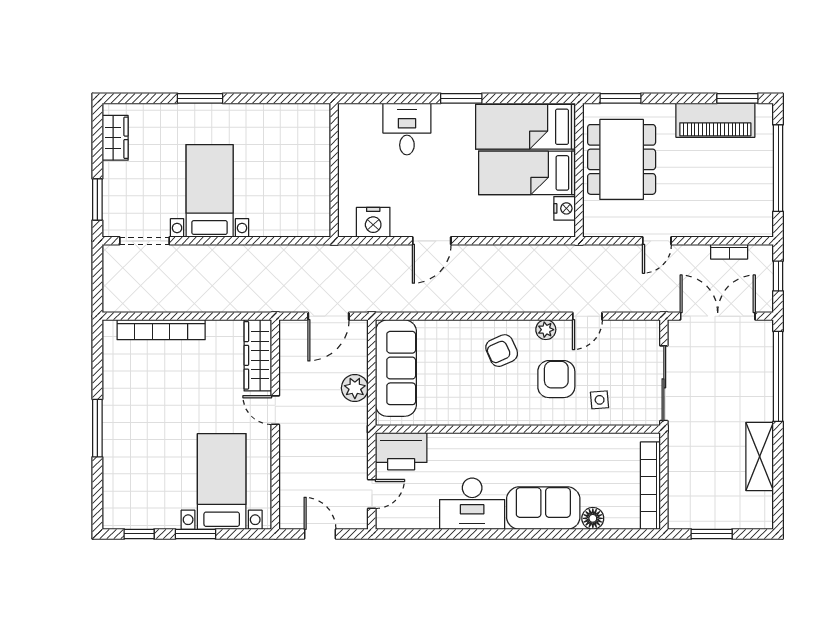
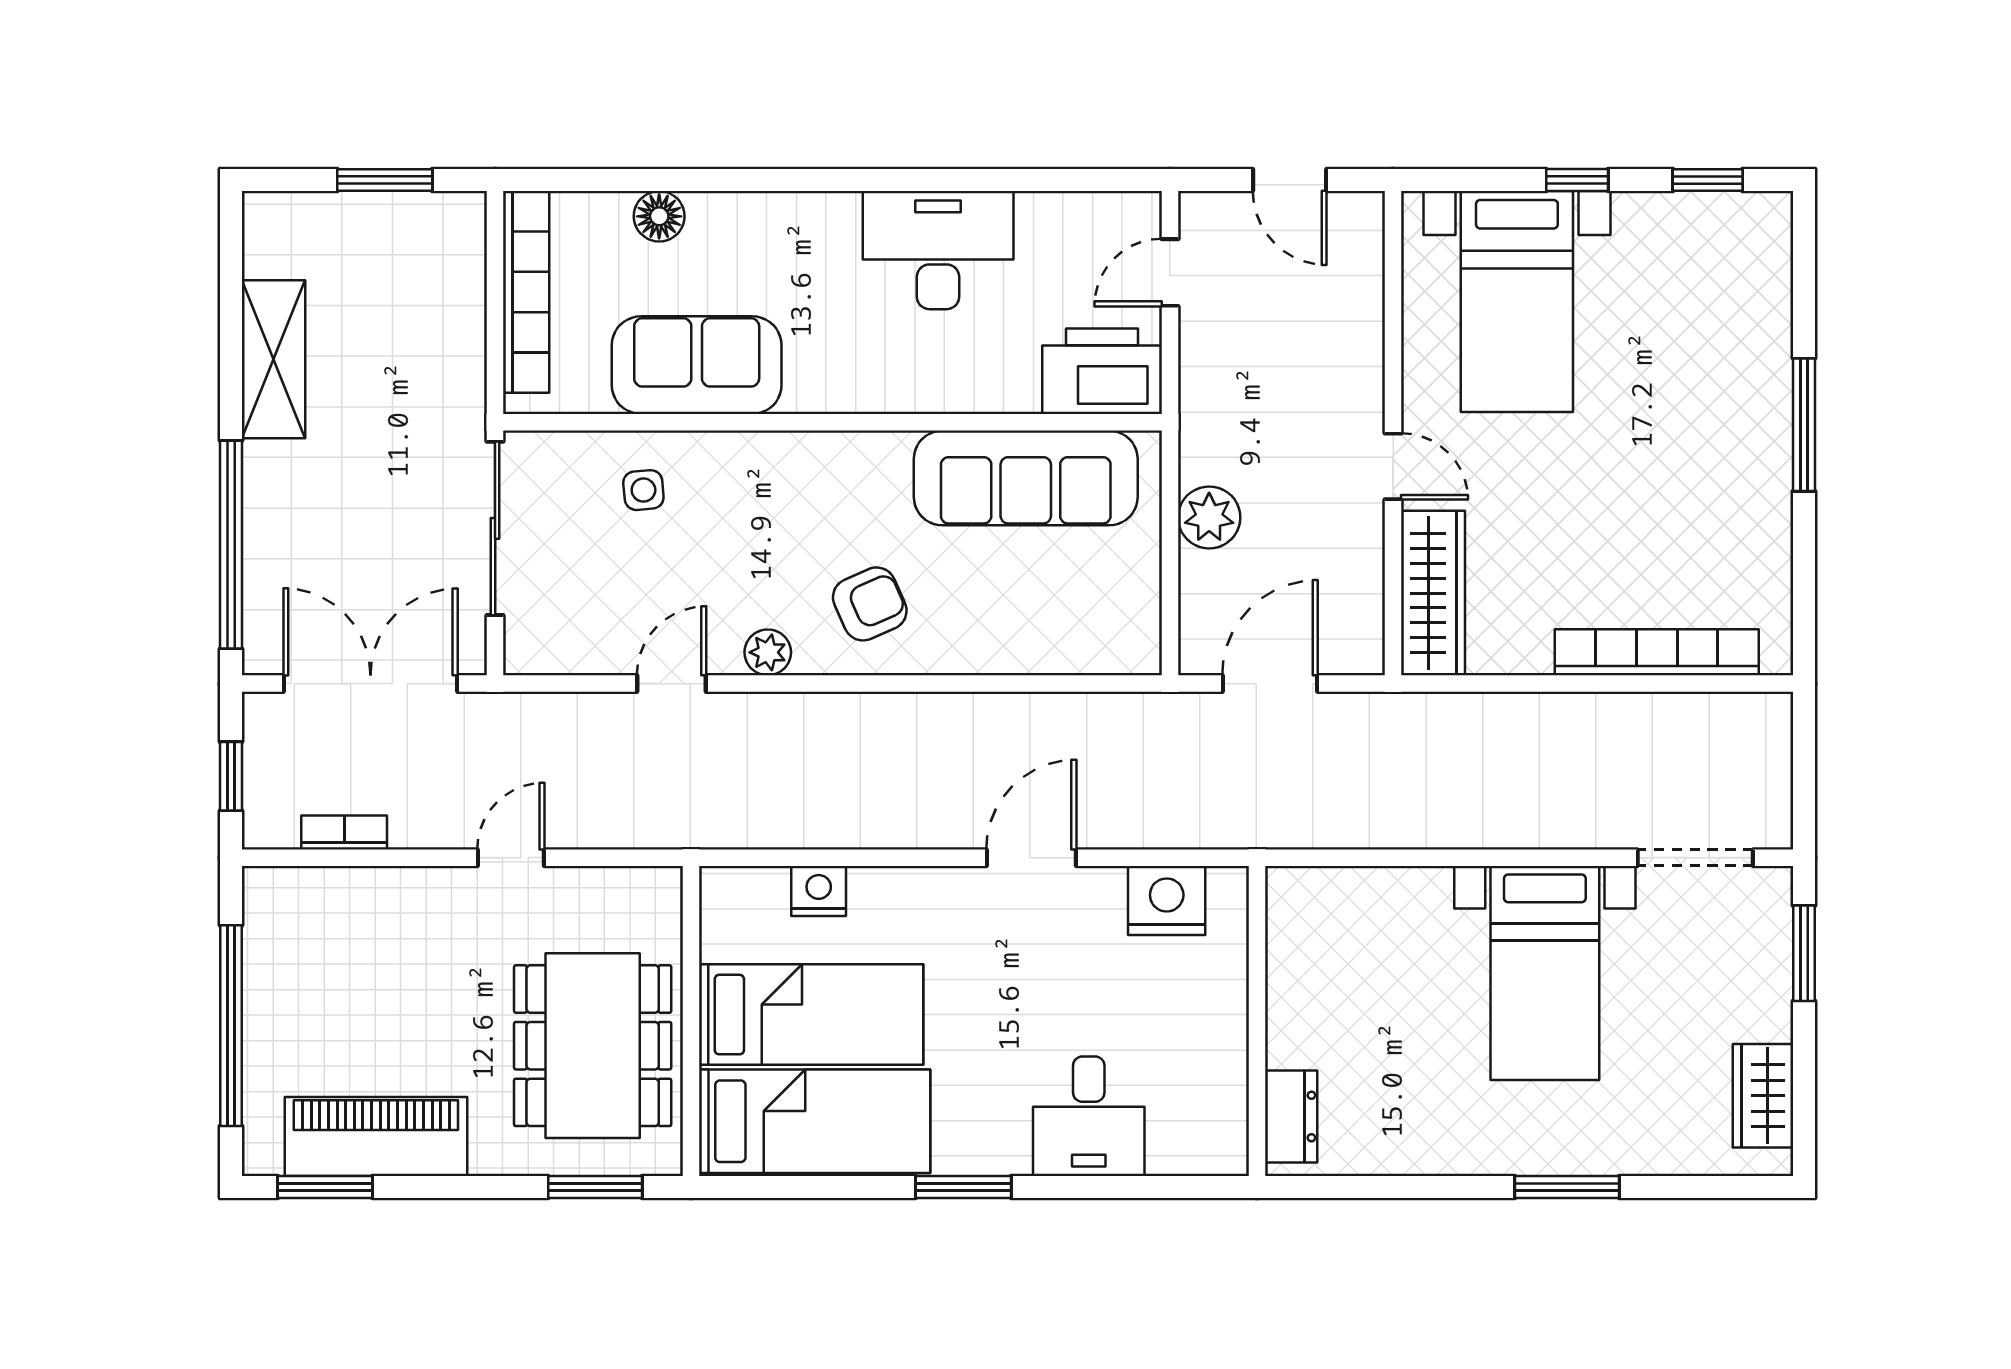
dresser: (319, 129) -> (1291, 1117), added
nightstand: (565, 208) -> (819, 891), moved, turned 90
double door: (718, 316) -> (371, 684), swing flipped
sofa: (396, 368) -> (1026, 478), moved, turned -90
armchair: (556, 379) -> (743, 538), removed
sofa: (543, 508) -> (697, 365), moved, turned 180
window: (196, 534) -> (1577, 180), width x0.67

